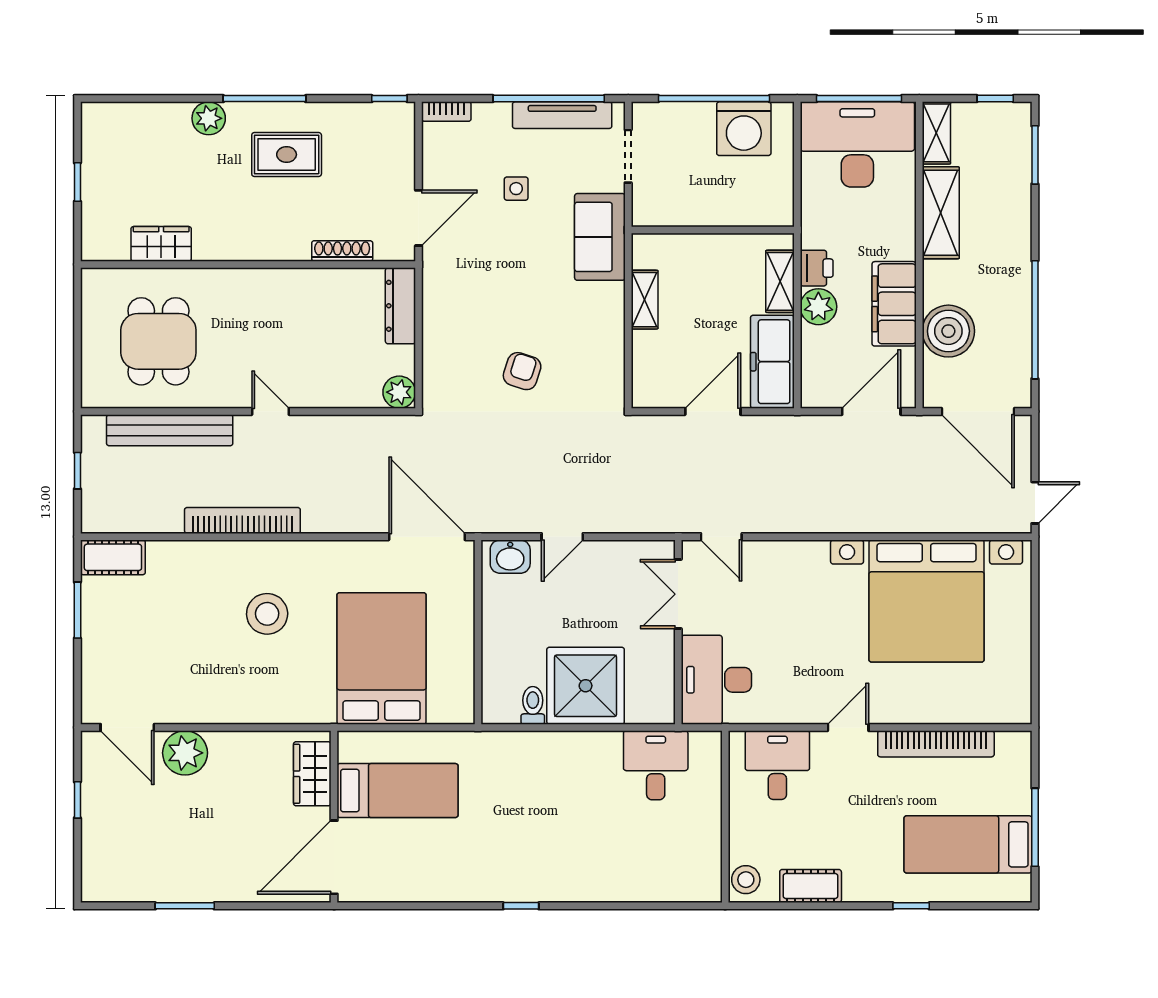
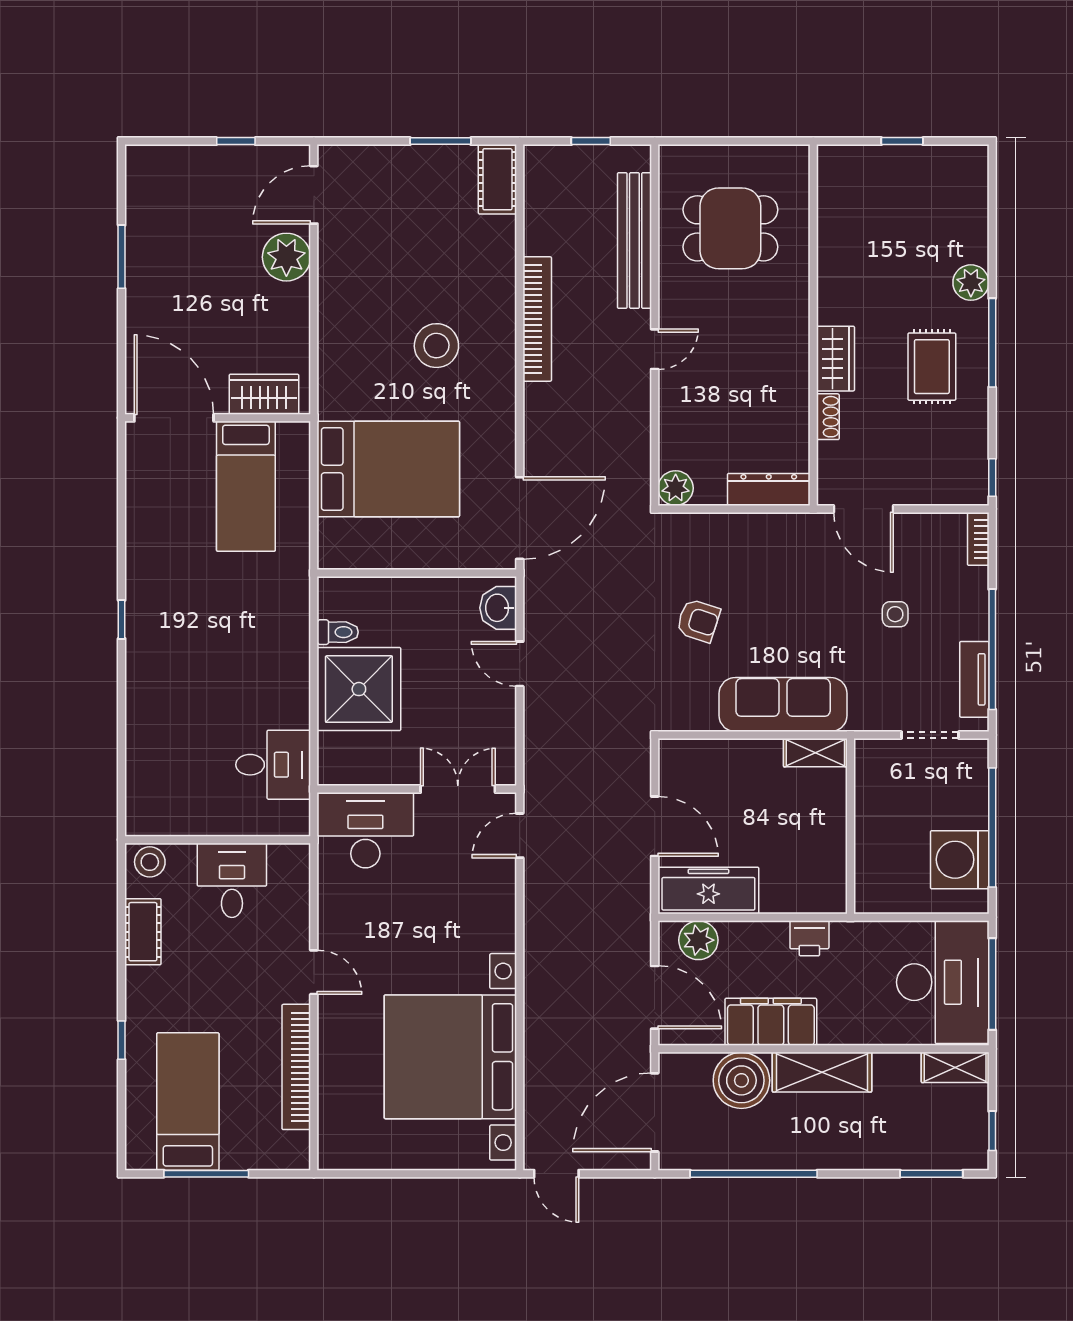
tv unit: (562, 115) -> (974, 679), width x0.71
shelving: (941, 213) -> (822, 1072), moved
sofa: (600, 237) -> (783, 705), moved, width x1.36
wardrobe: (161, 244) -> (836, 359), moved
shoe rack: (342, 251) -> (828, 417), width x0.70
shelving: (780, 281) -> (795, 899), removed
shelving: (645, 300) -> (815, 753), moved
plant: (818, 307) -> (698, 940), moved
desk: (777, 765) -> (232, 880), moved, turned -90

